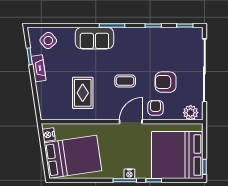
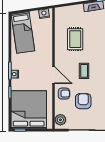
rug: (83, 93) -> (75, 39), turned 90
bed: (73, 157) -> (23, 32), width x0.67

